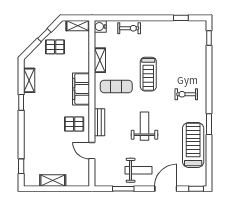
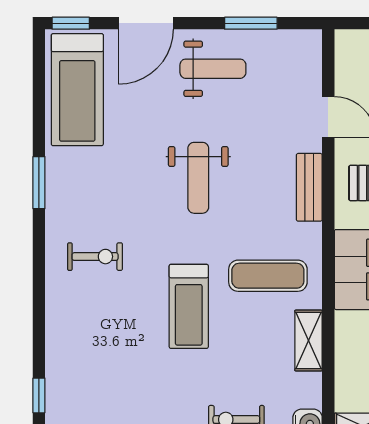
treadmill: (148, 74) -> (189, 306), turned 180
treadmill: (193, 145) -> (77, 90), moved
weight bench: (139, 170) -> (213, 69), turned 180

